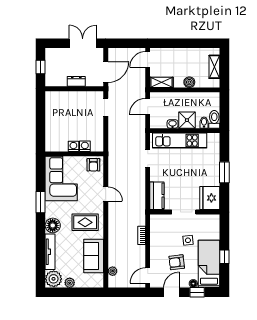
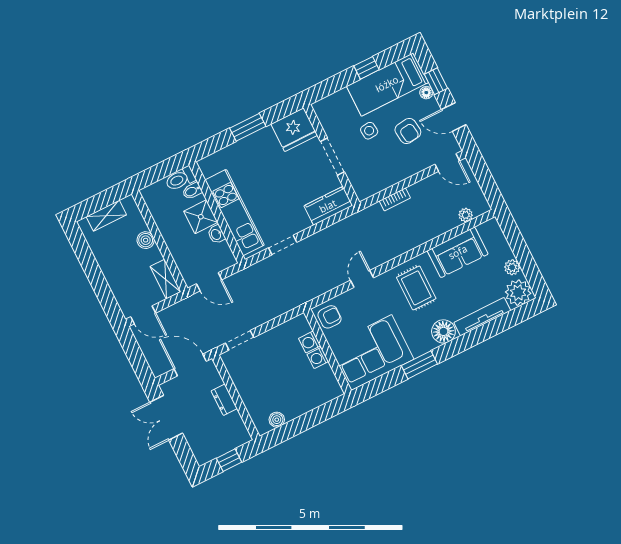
boiler: (50, 106) -> (277, 420), added

